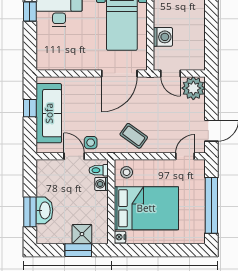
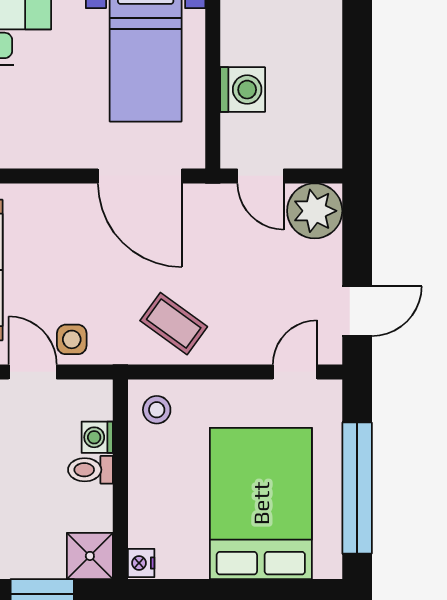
door: (119, 73) -> (140, 176), hinge flipped
toilet: (99, 170) -> (91, 470), moved
bed: (146, 208) -> (261, 503), moved, turned -90
shower: (82, 234) -> (90, 556), moved

